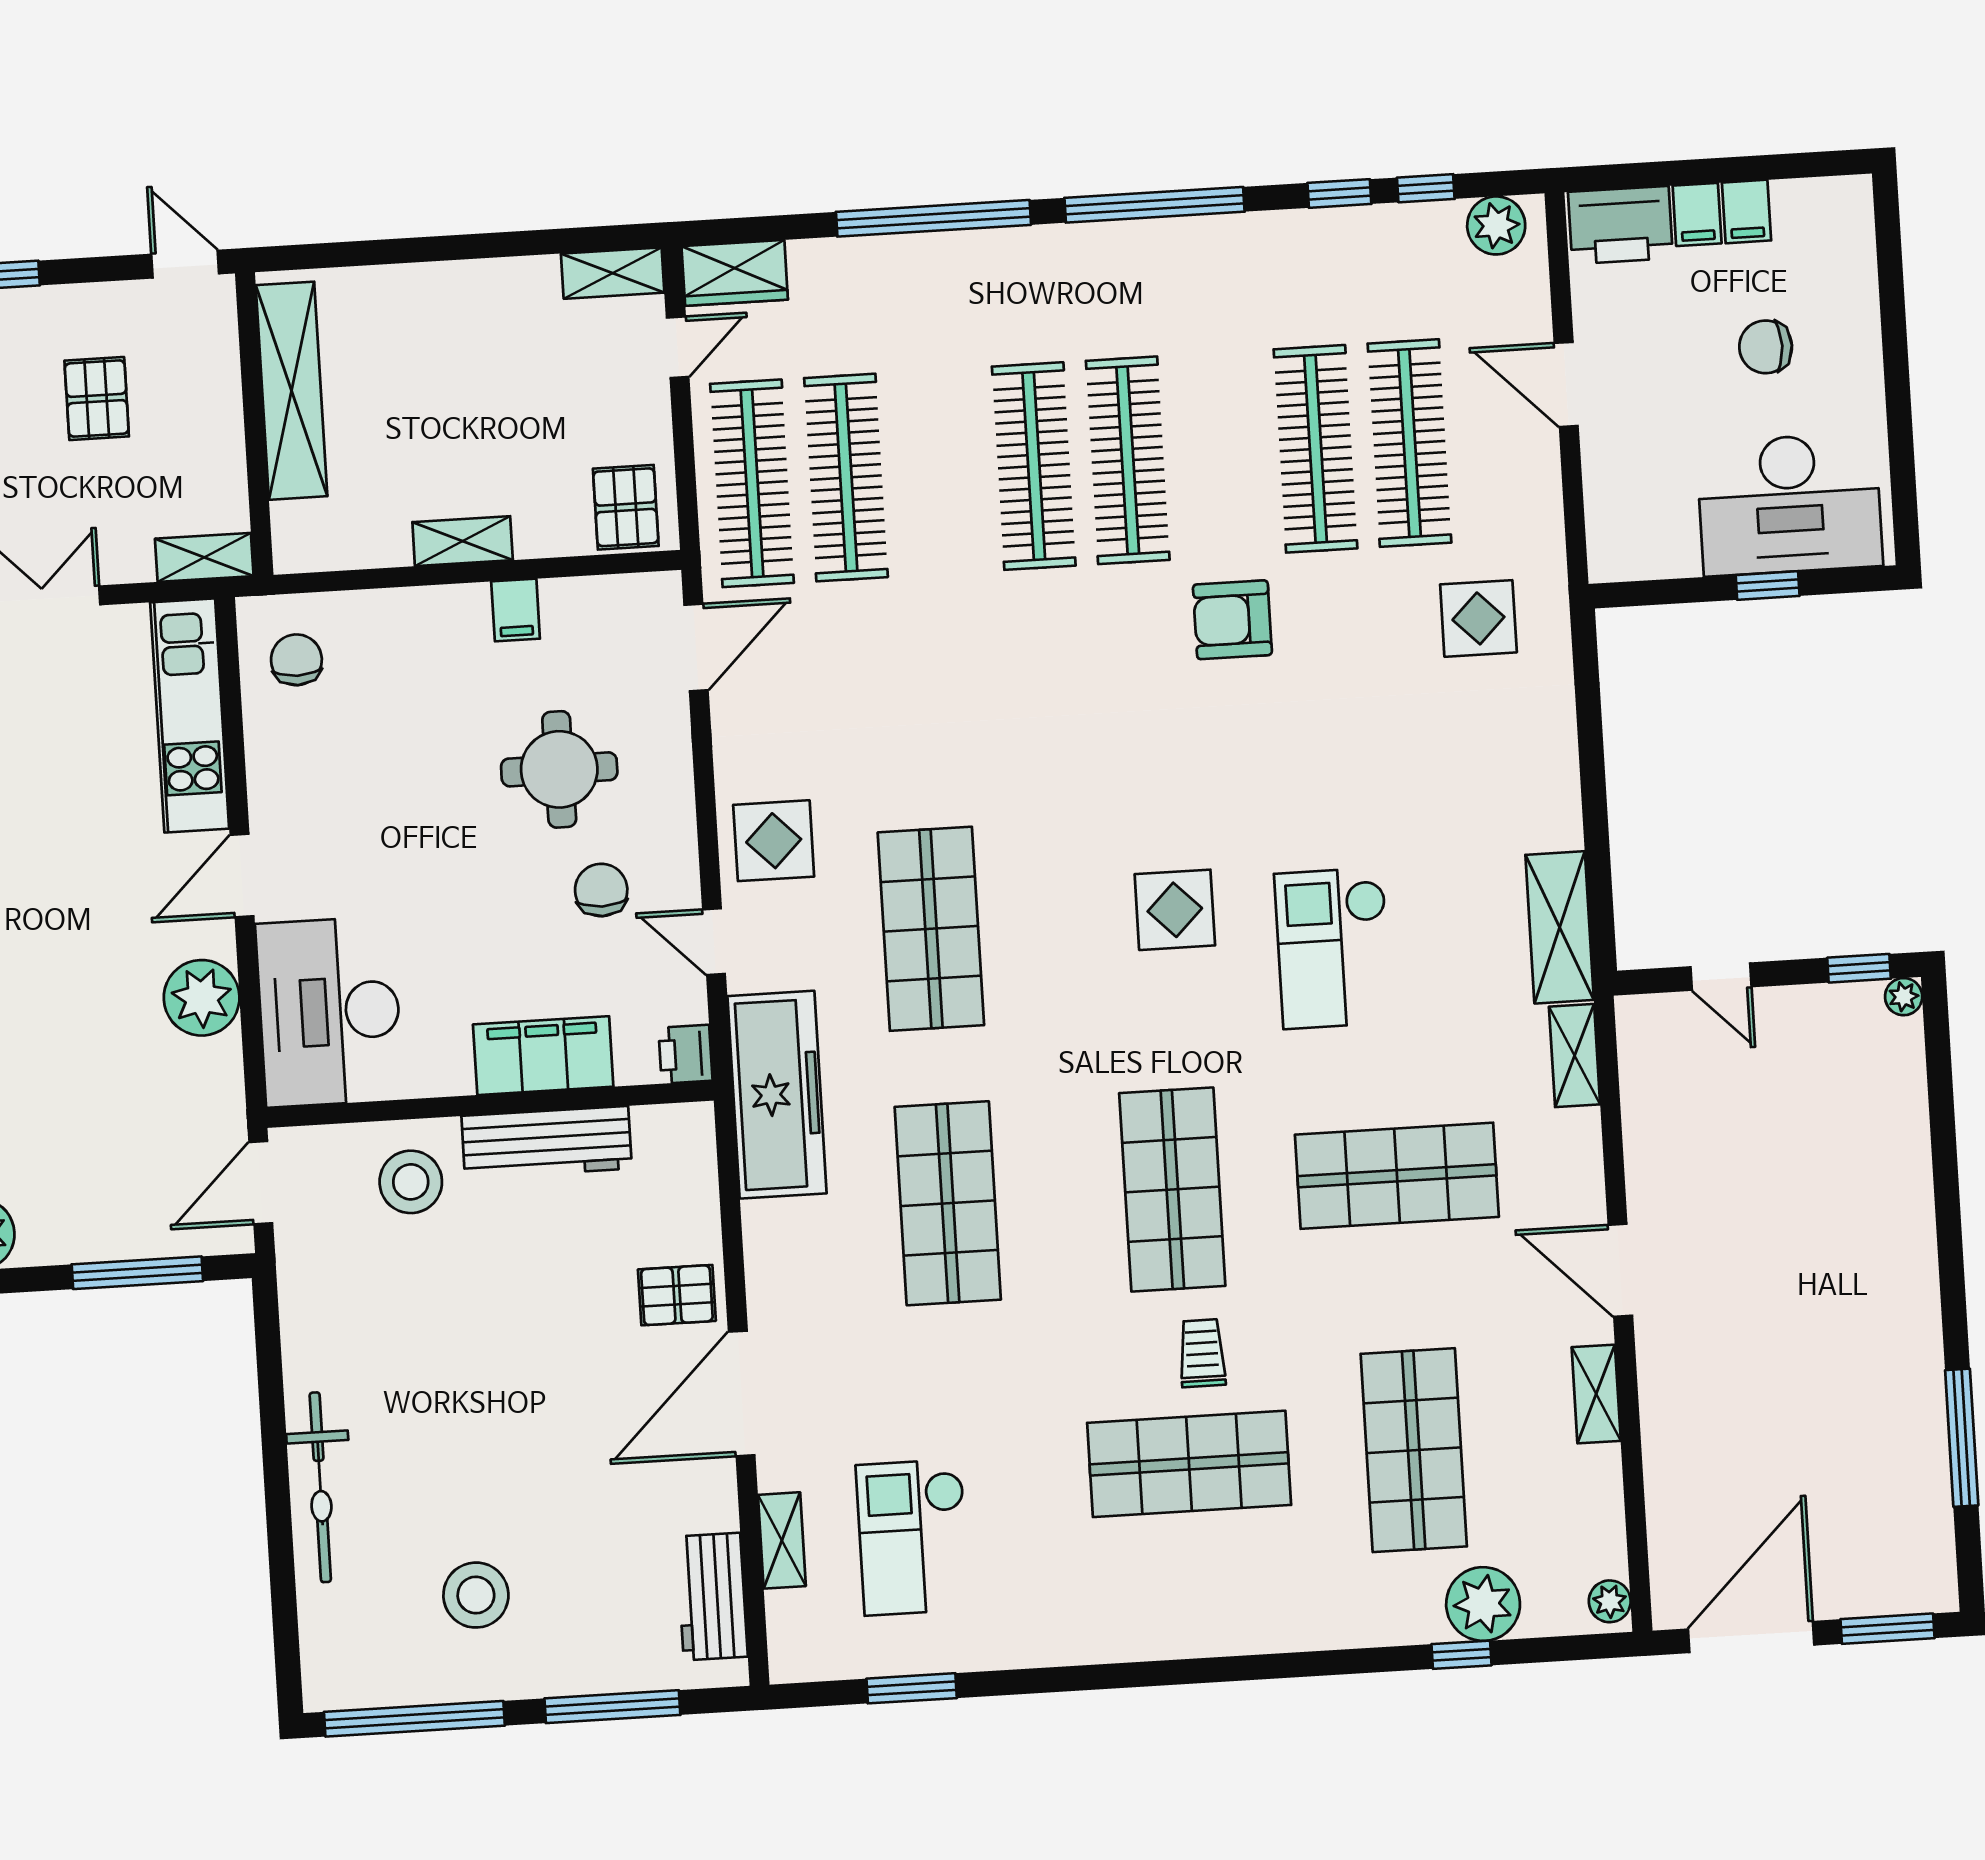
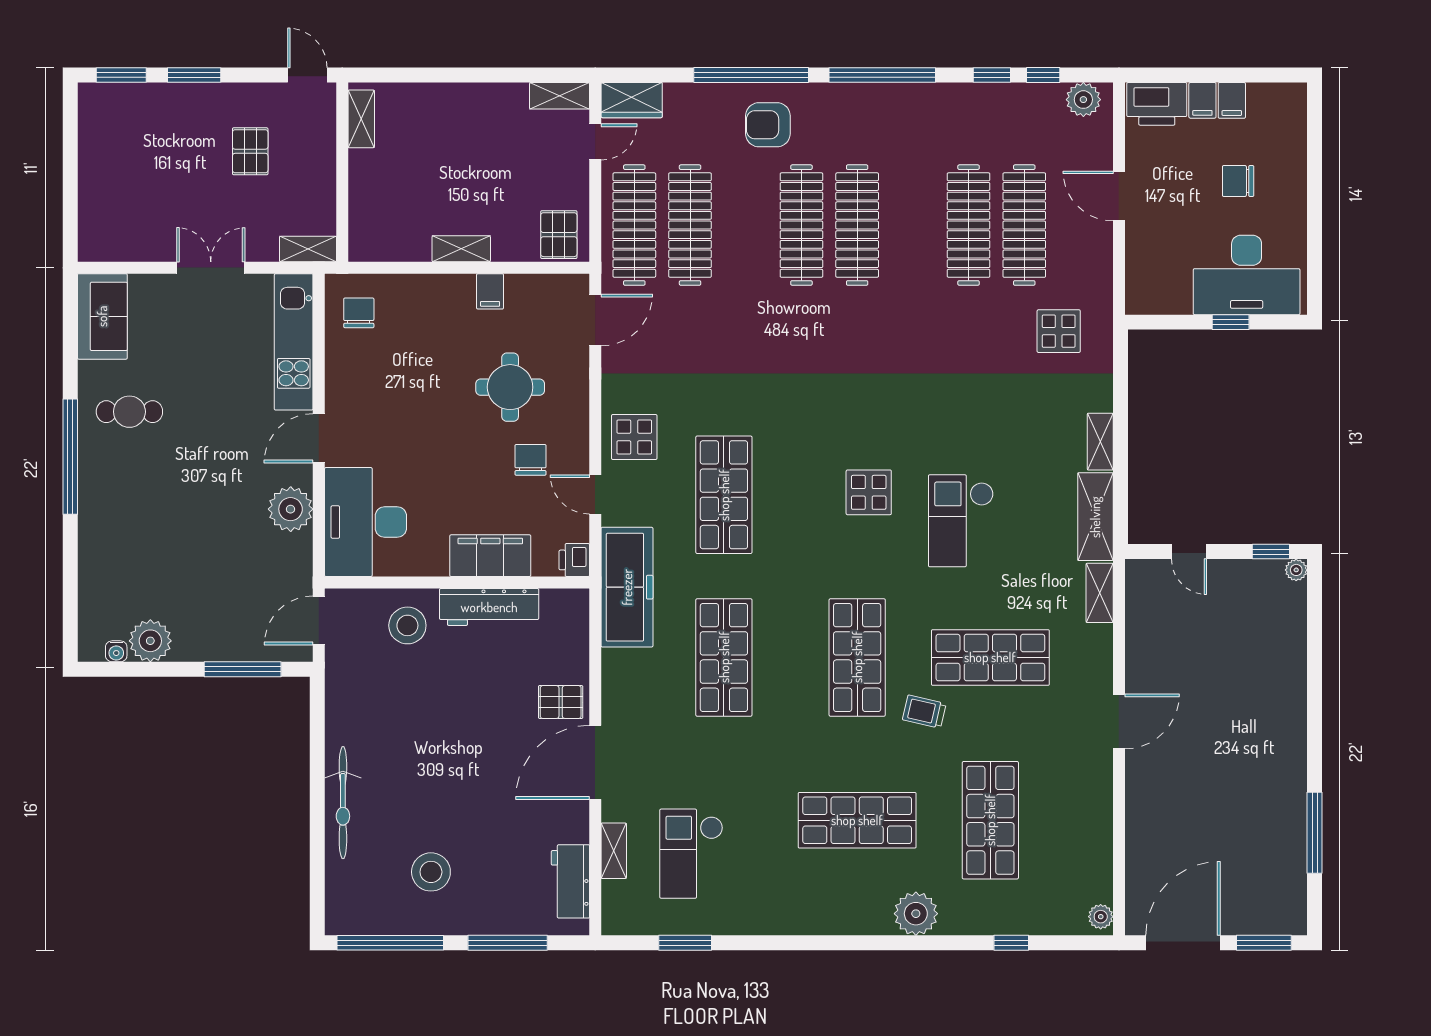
shelving: (292, 391) -> (361, 119), width x0.45, depth x0.75
armchair: (1232, 620) -> (768, 125), moved
door: (1620, 1270) -> (1119, 721), swing flipped
trolley: (1202, 1353) -> (924, 712), moved, turned -77
shelving: (1596, 1394) -> (1100, 442), moved
plant: (1483, 1604) -> (916, 914), moved

